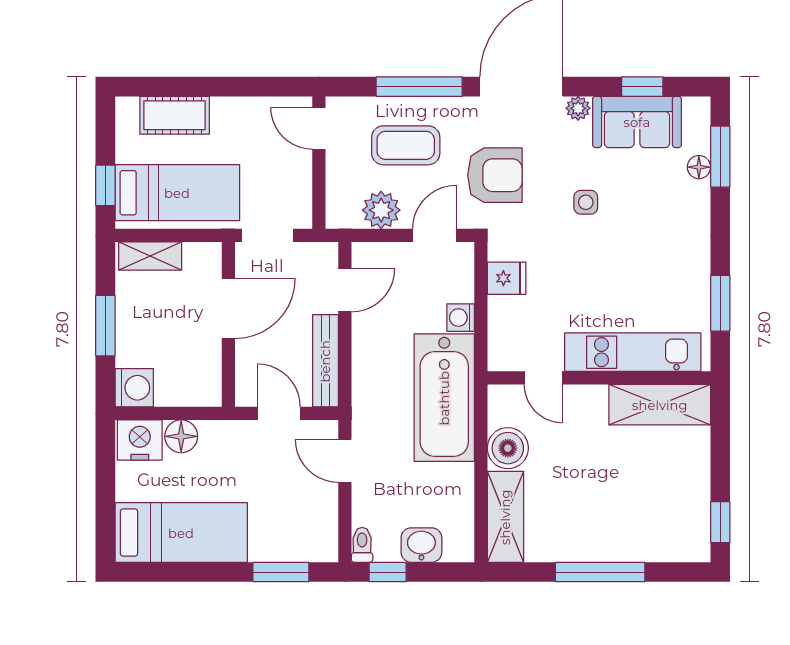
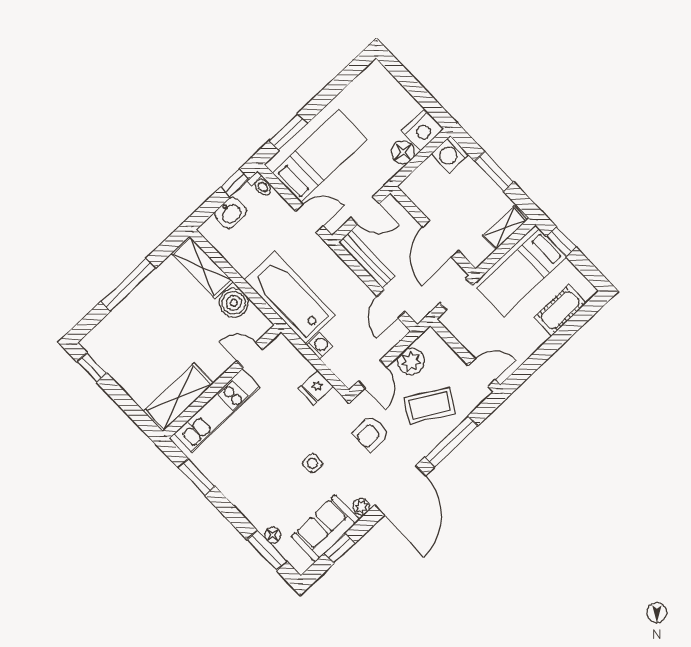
coffee table: (406, 145) -> (430, 406), turned 31
armchair: (495, 175) -> (371, 433), width x0.72, depth x0.72
bed: (181, 533) -> (320, 156), moved, turned 180

